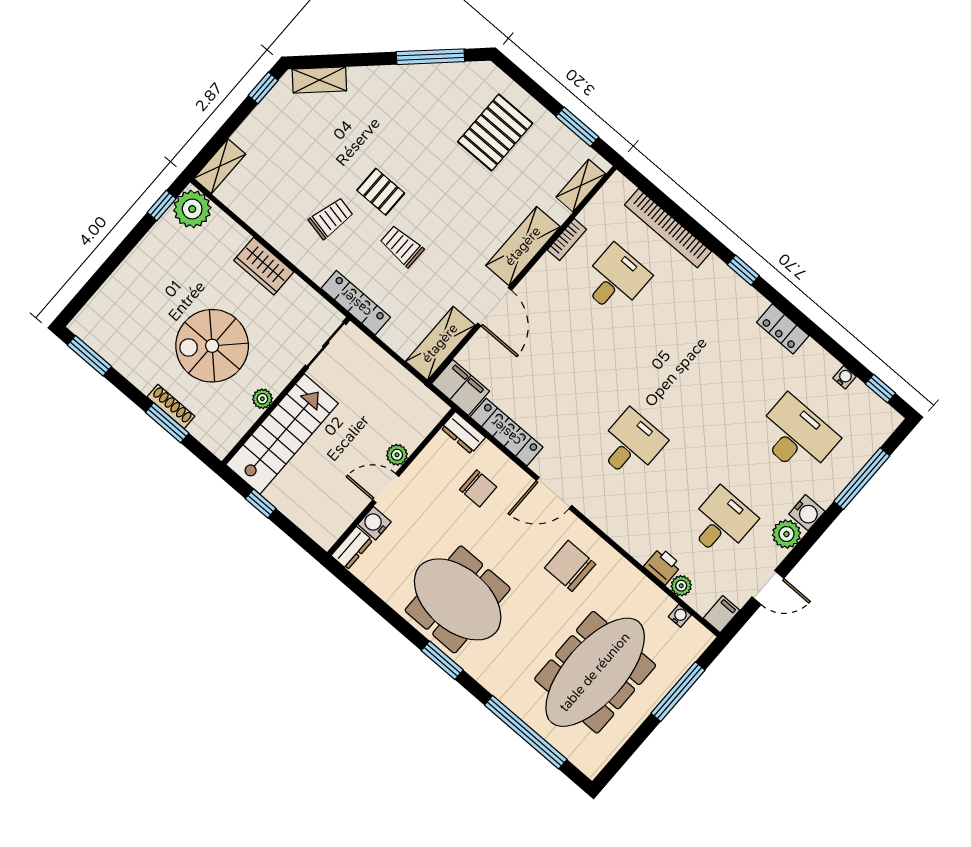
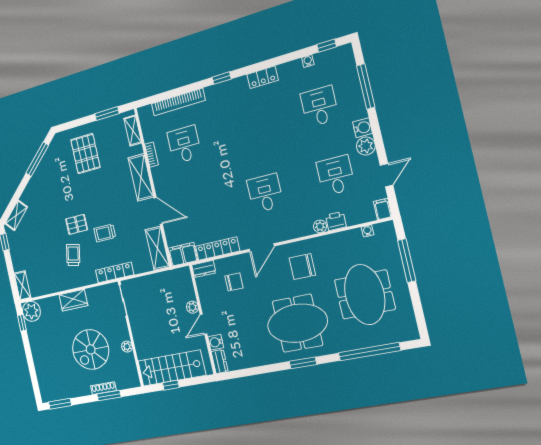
stairs: (282, 434) -> (171, 368), moved, turned -90
desk: (796, 436) -> (320, 106), width x0.73
plant: (681, 586) -> (320, 226), moved
meeting table: (458, 599) -> (297, 323), moved
meeting table: (595, 672) -> (365, 295), width x0.73

